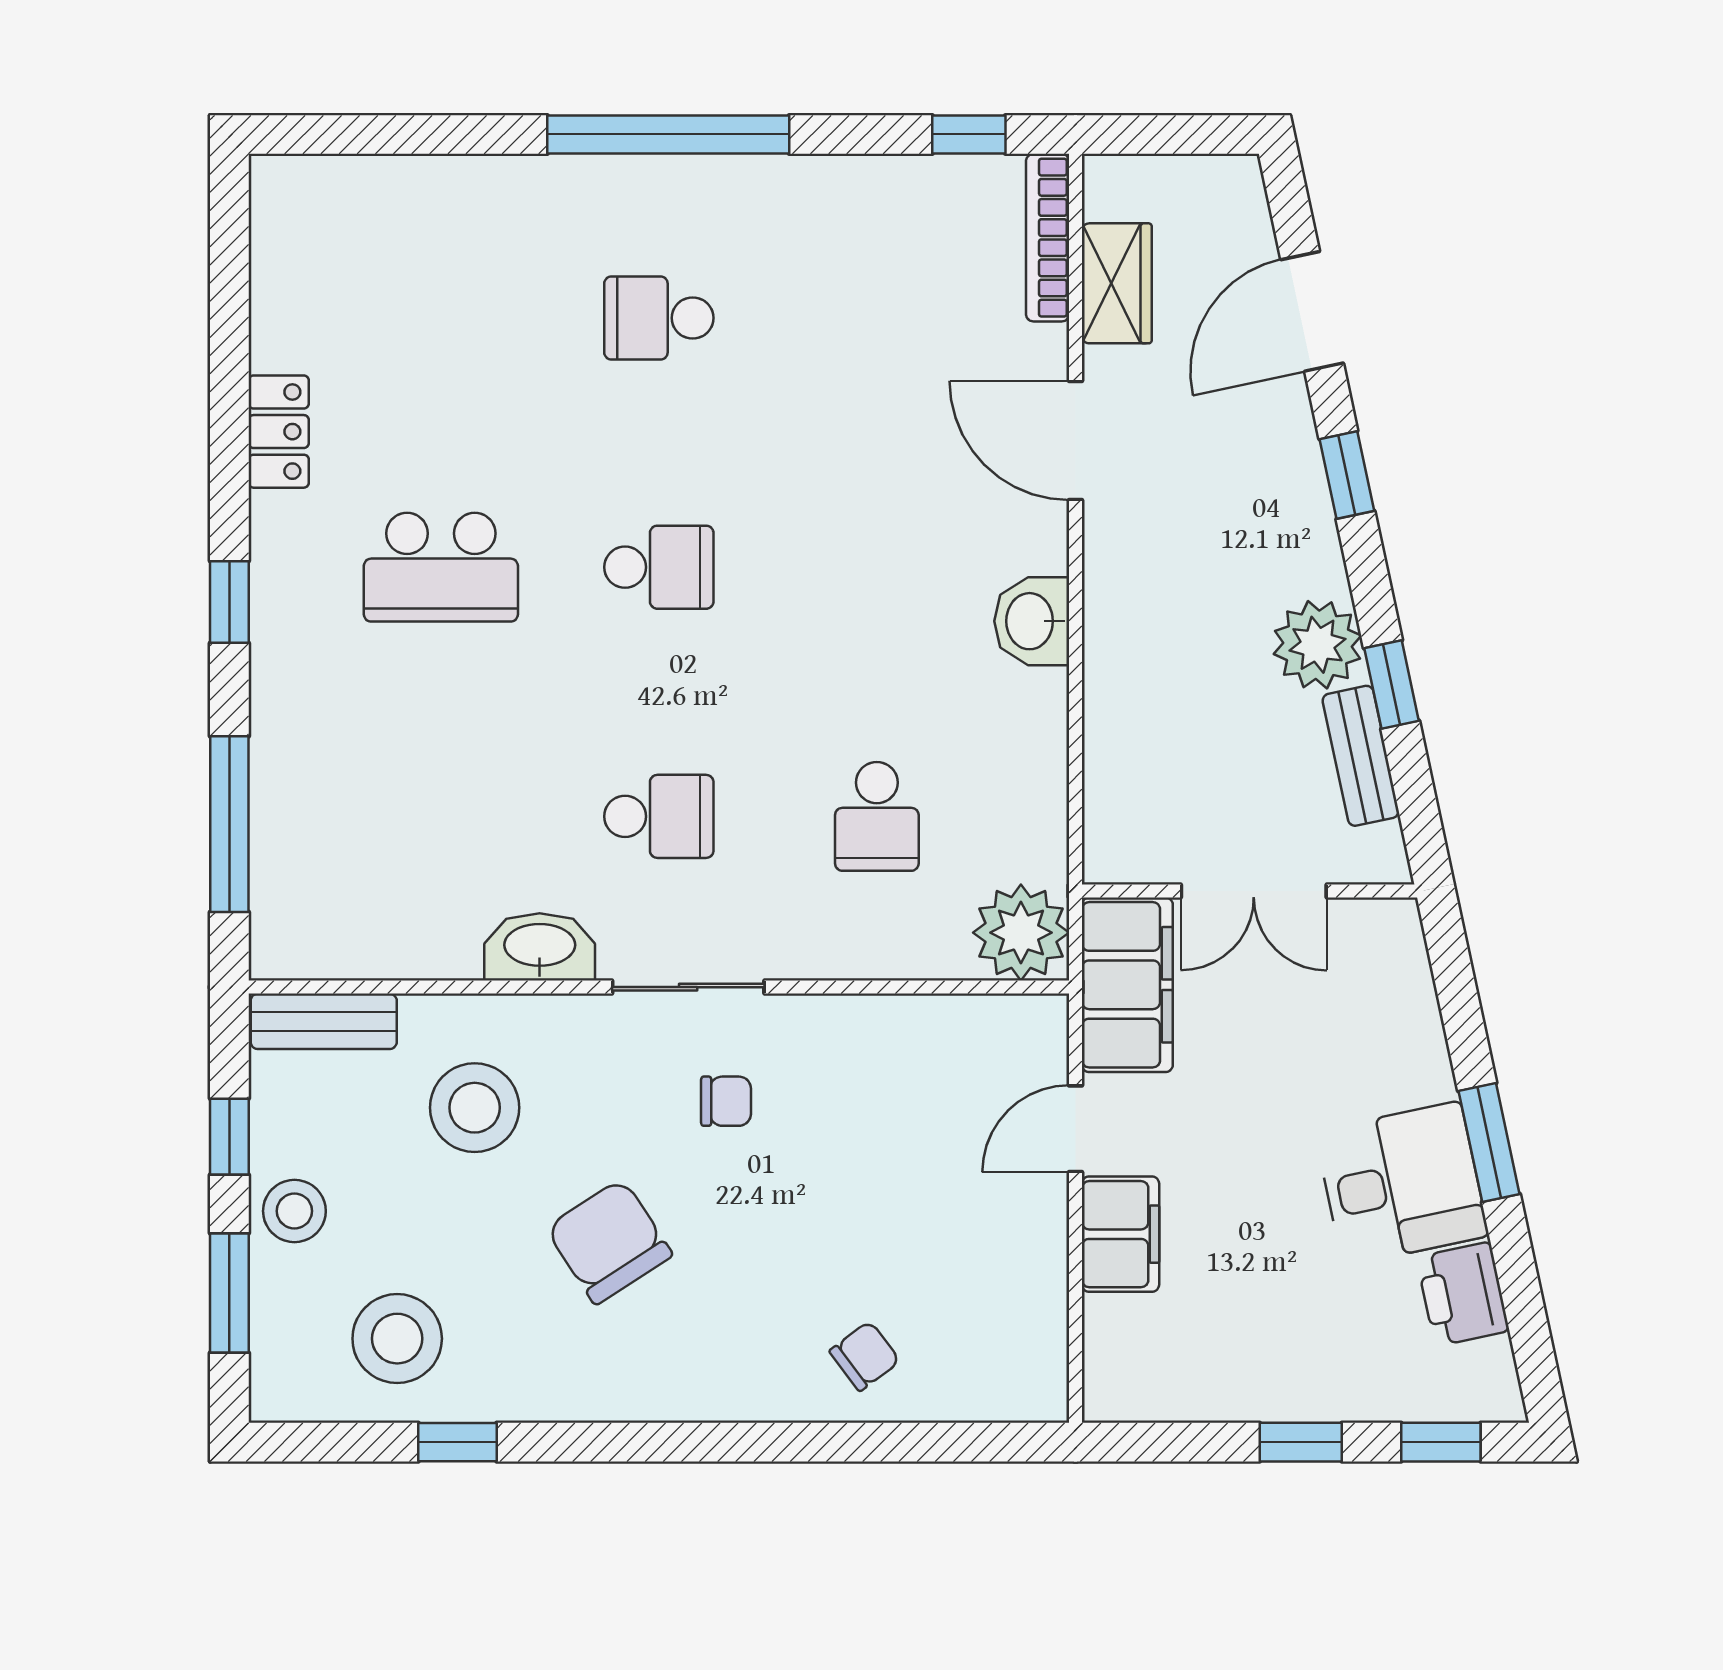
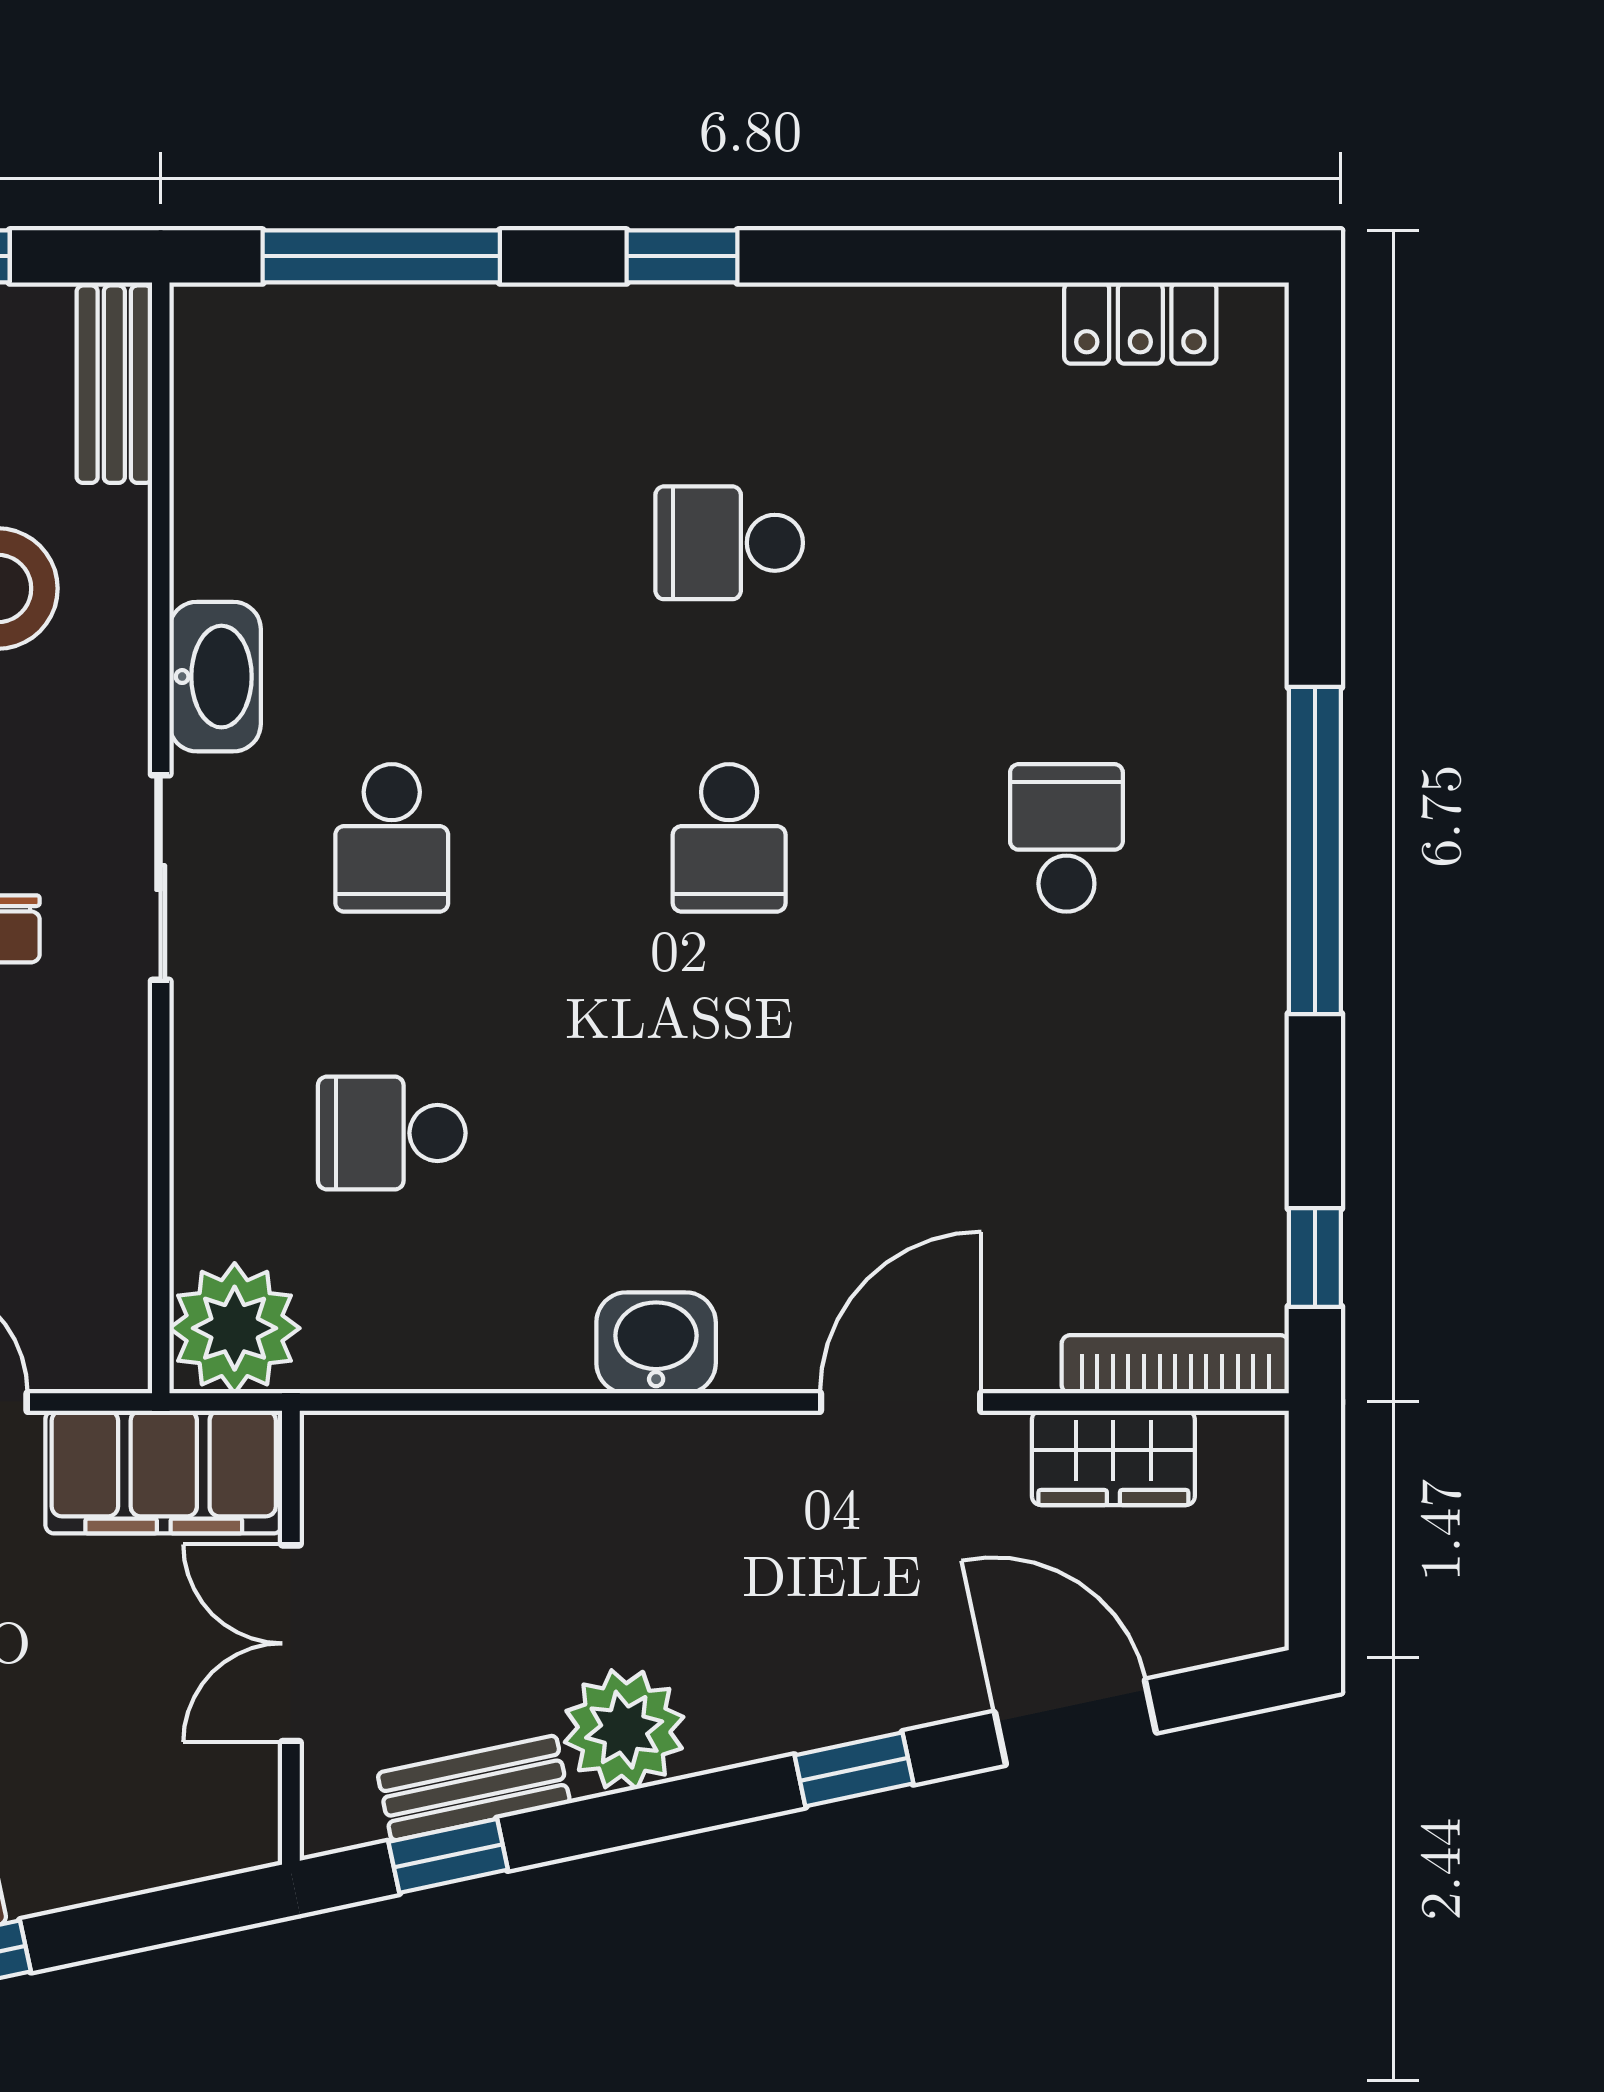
locker: (279, 432) -> (1140, 323), moved
school desk: (441, 567) -> (729, 543), width x0.54
window: (1392, 685) -> (448, 1856), moved

